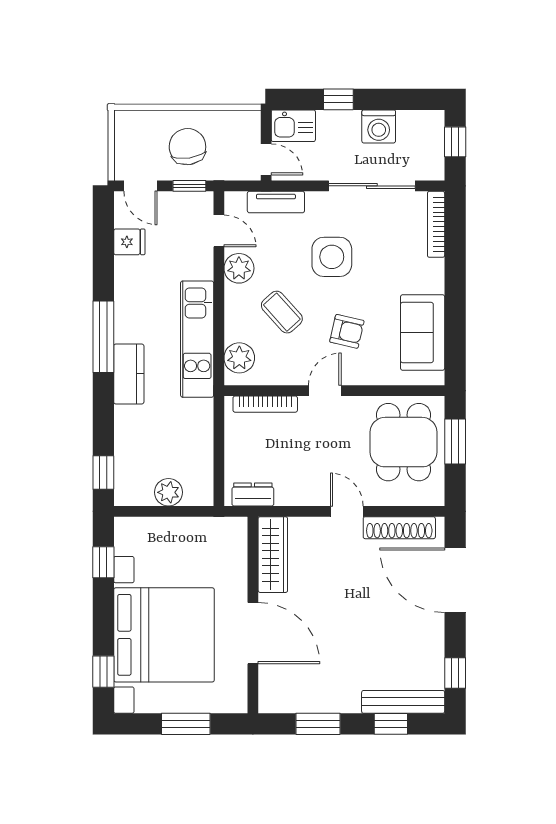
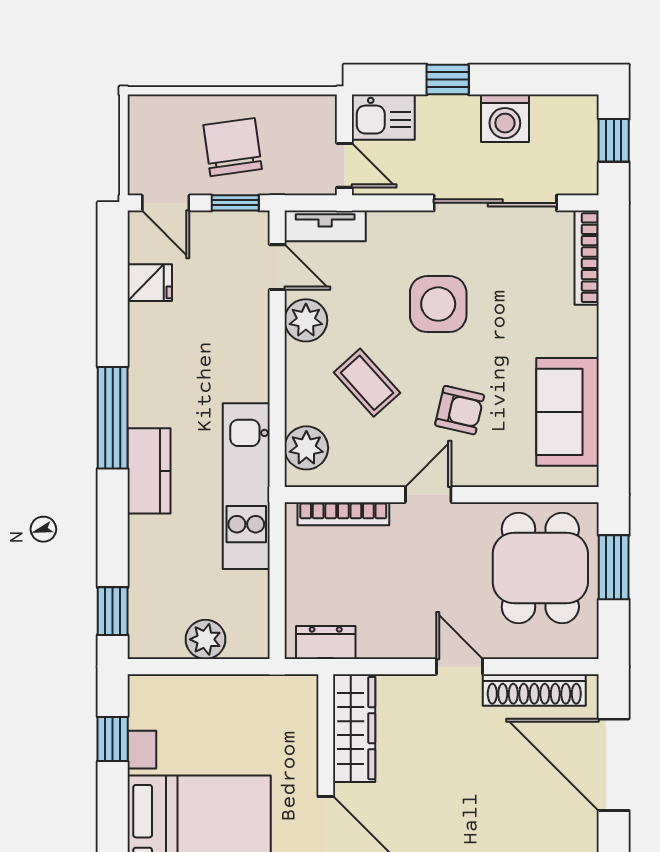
tv unit: (276, 202) -> (325, 226), moved
kitchen unit: (197, 339) -> (246, 486), moved

